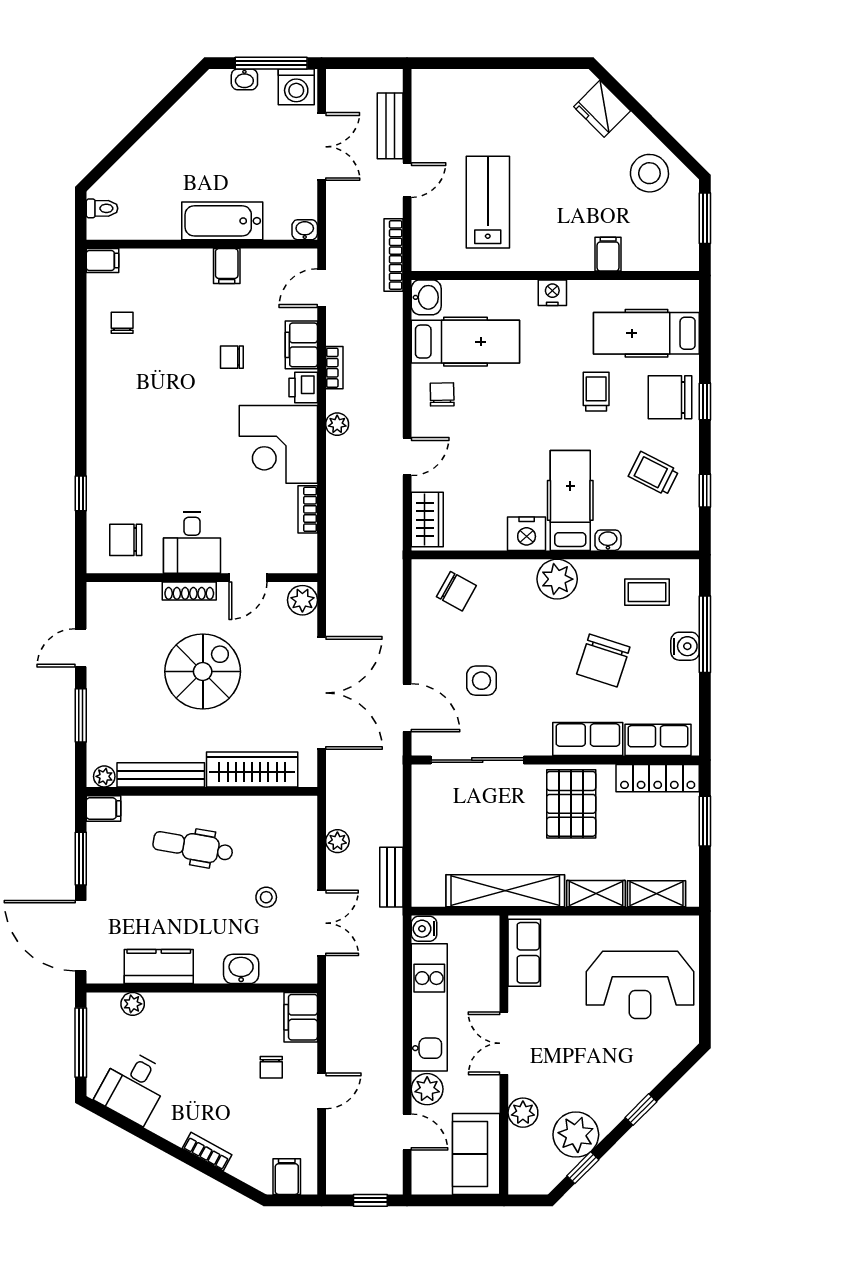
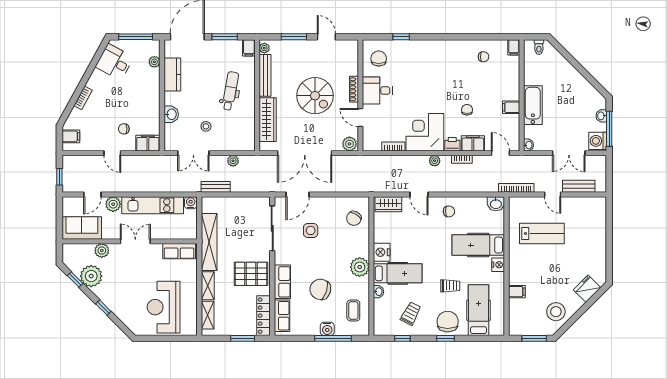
hospital bed: (465, 342) -> (478, 245), moved, turned 90

